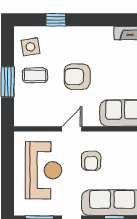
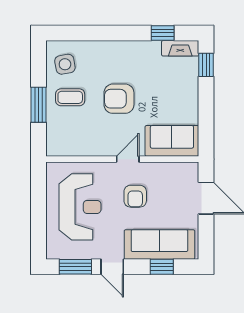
window: (56, 20) -> (163, 33), moved
door: (72, 129) -> (128, 159), moved

